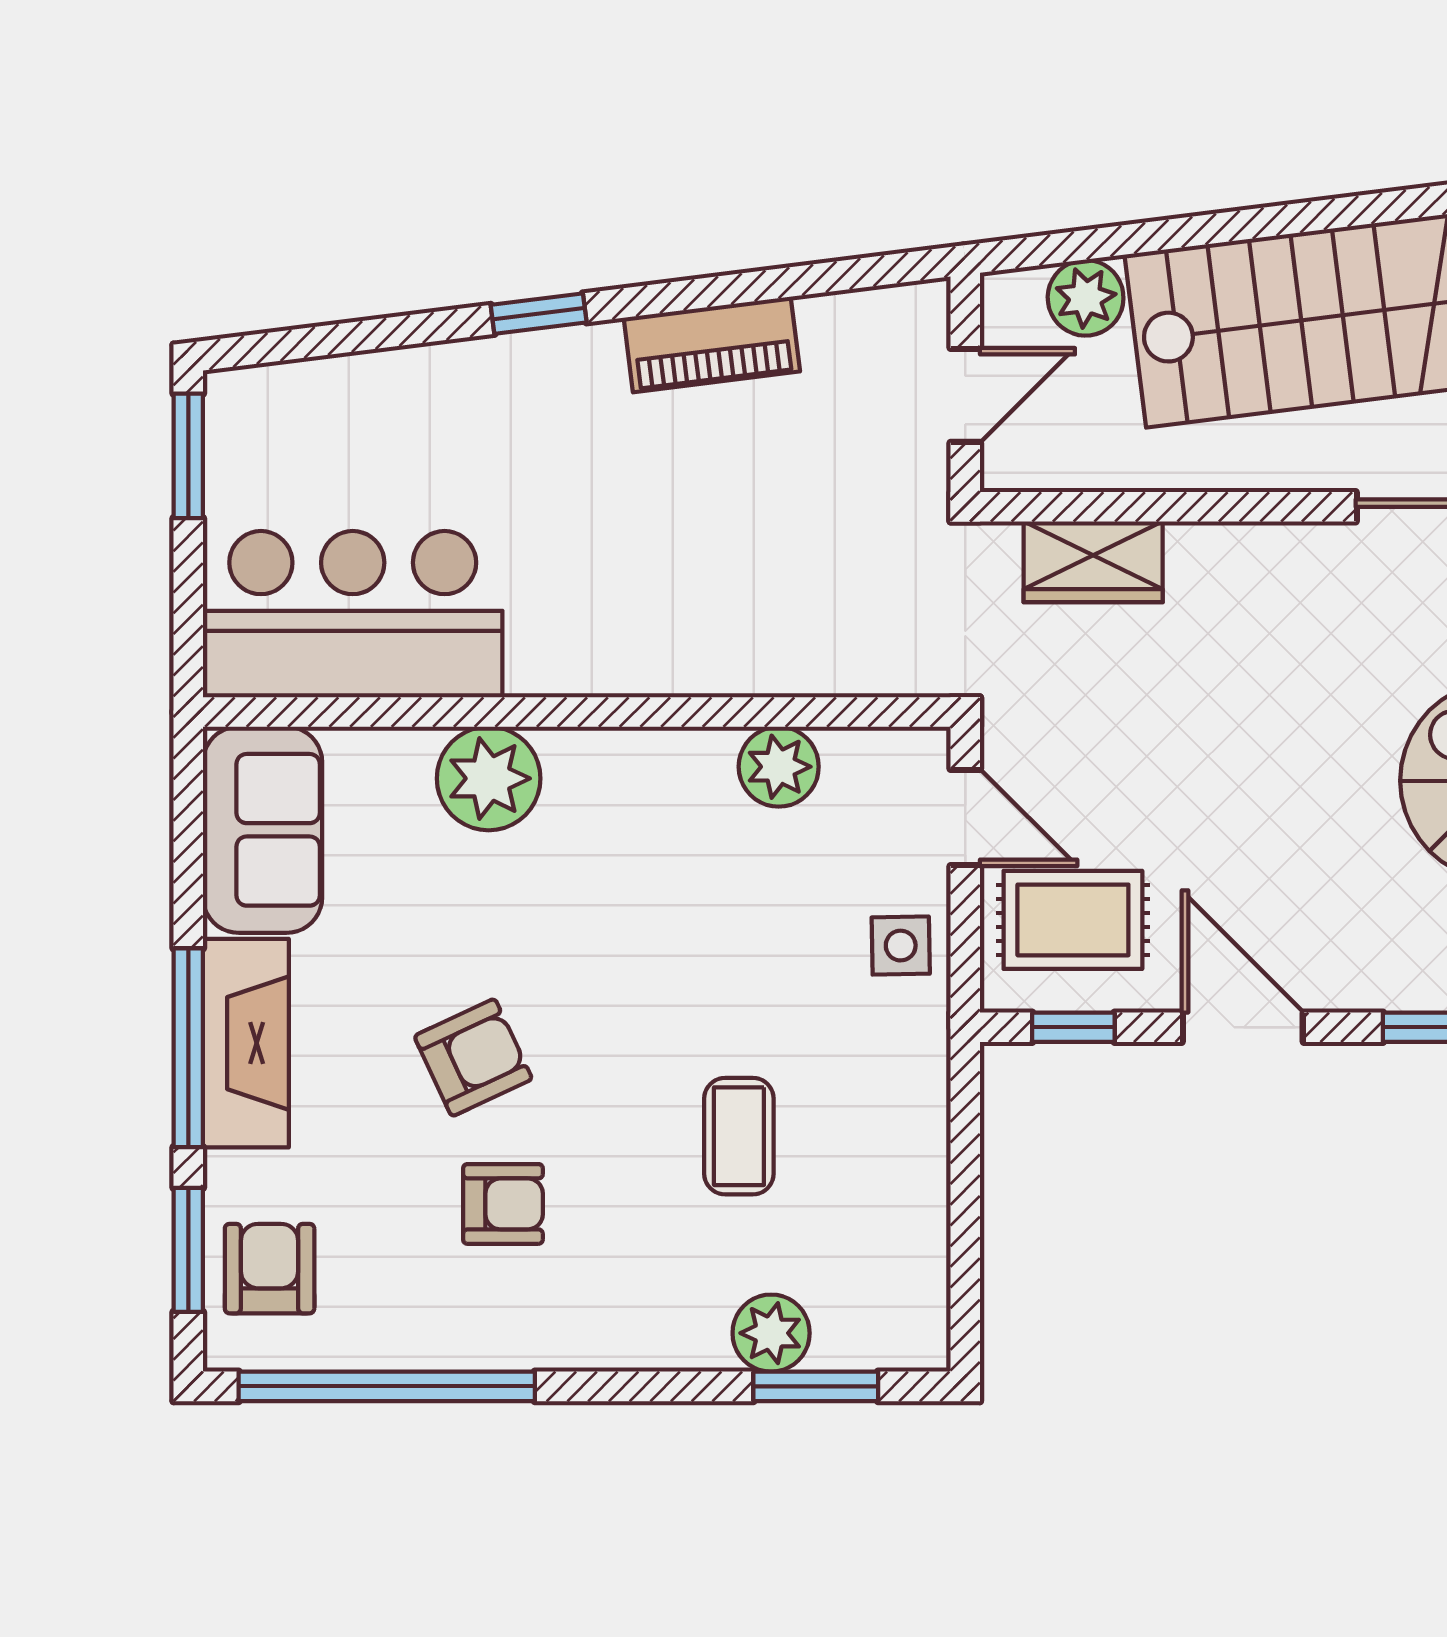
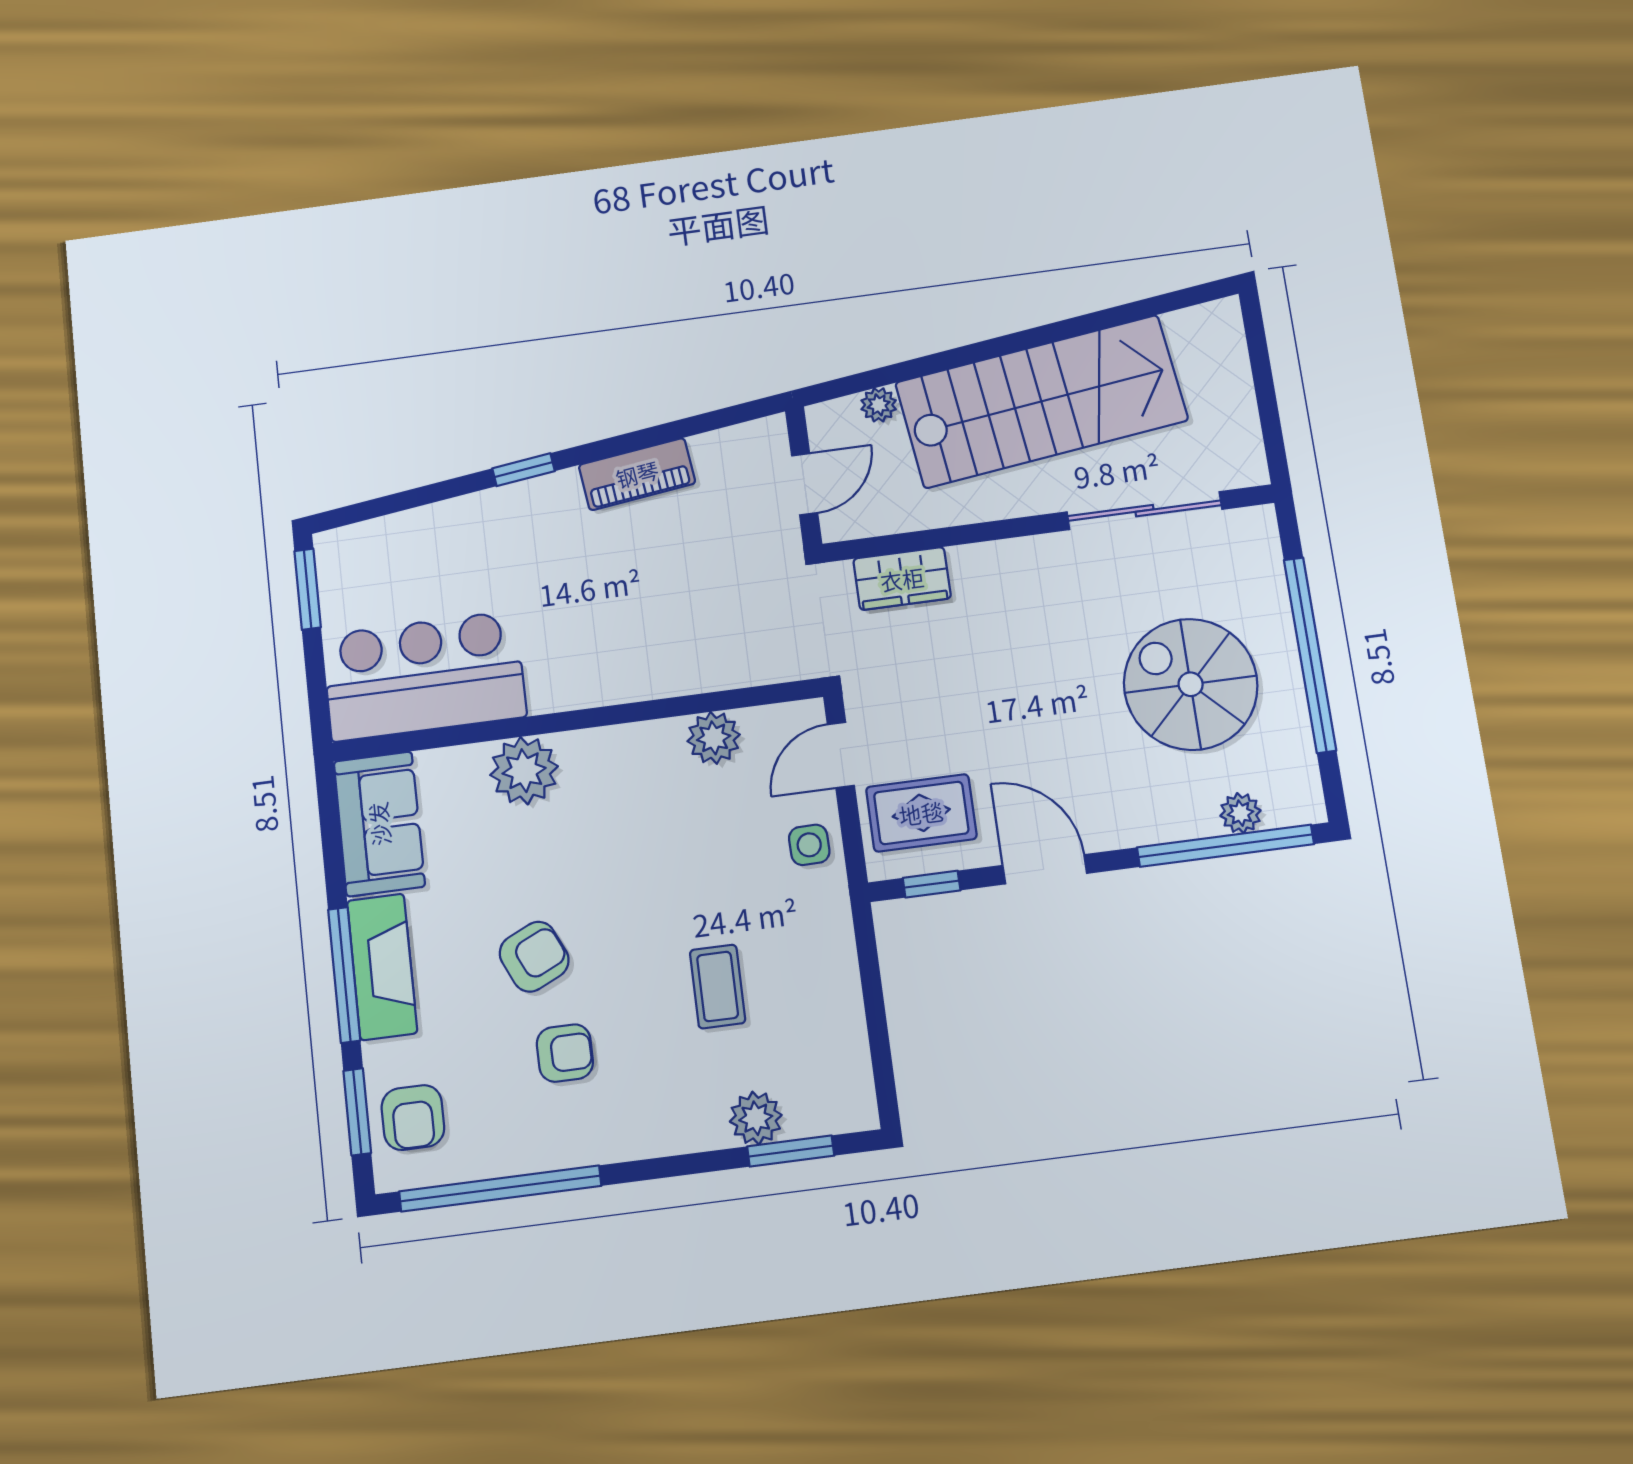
plant: (1086, 298) -> (879, 405), width x0.73, depth x0.73
door: (965, 818) -> (841, 755), swing flipped
armchair: (270, 1269) -> (413, 1118), turned 180

